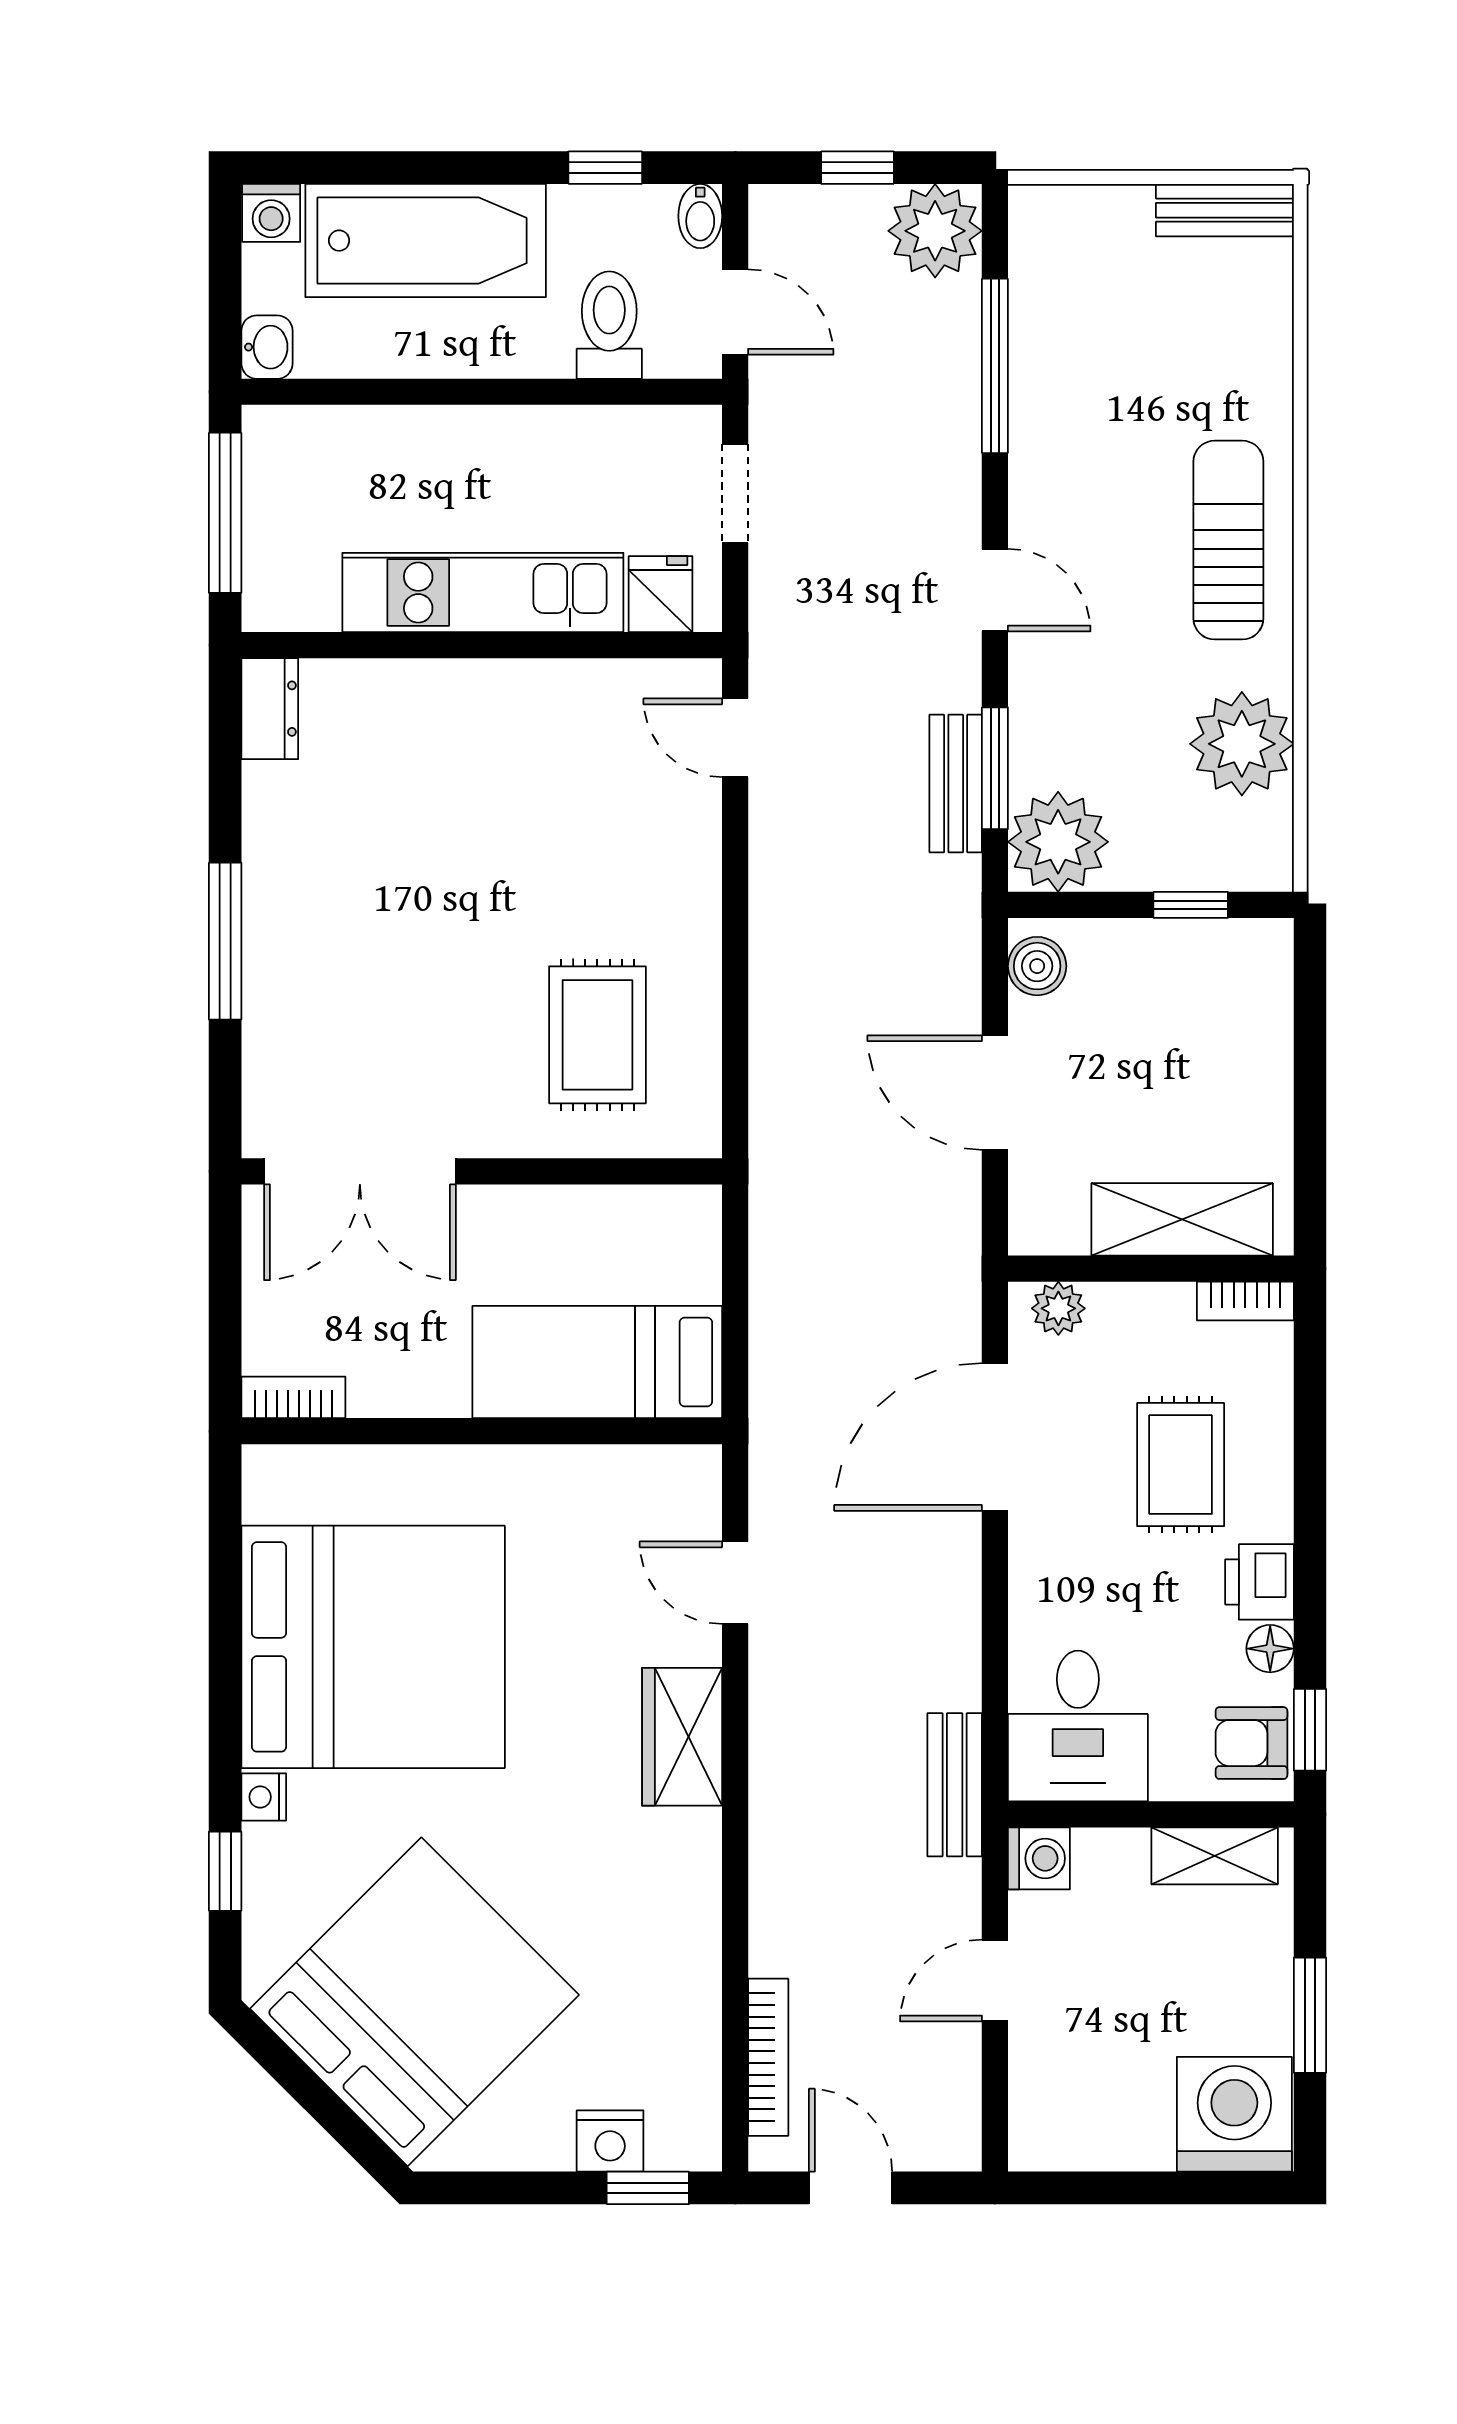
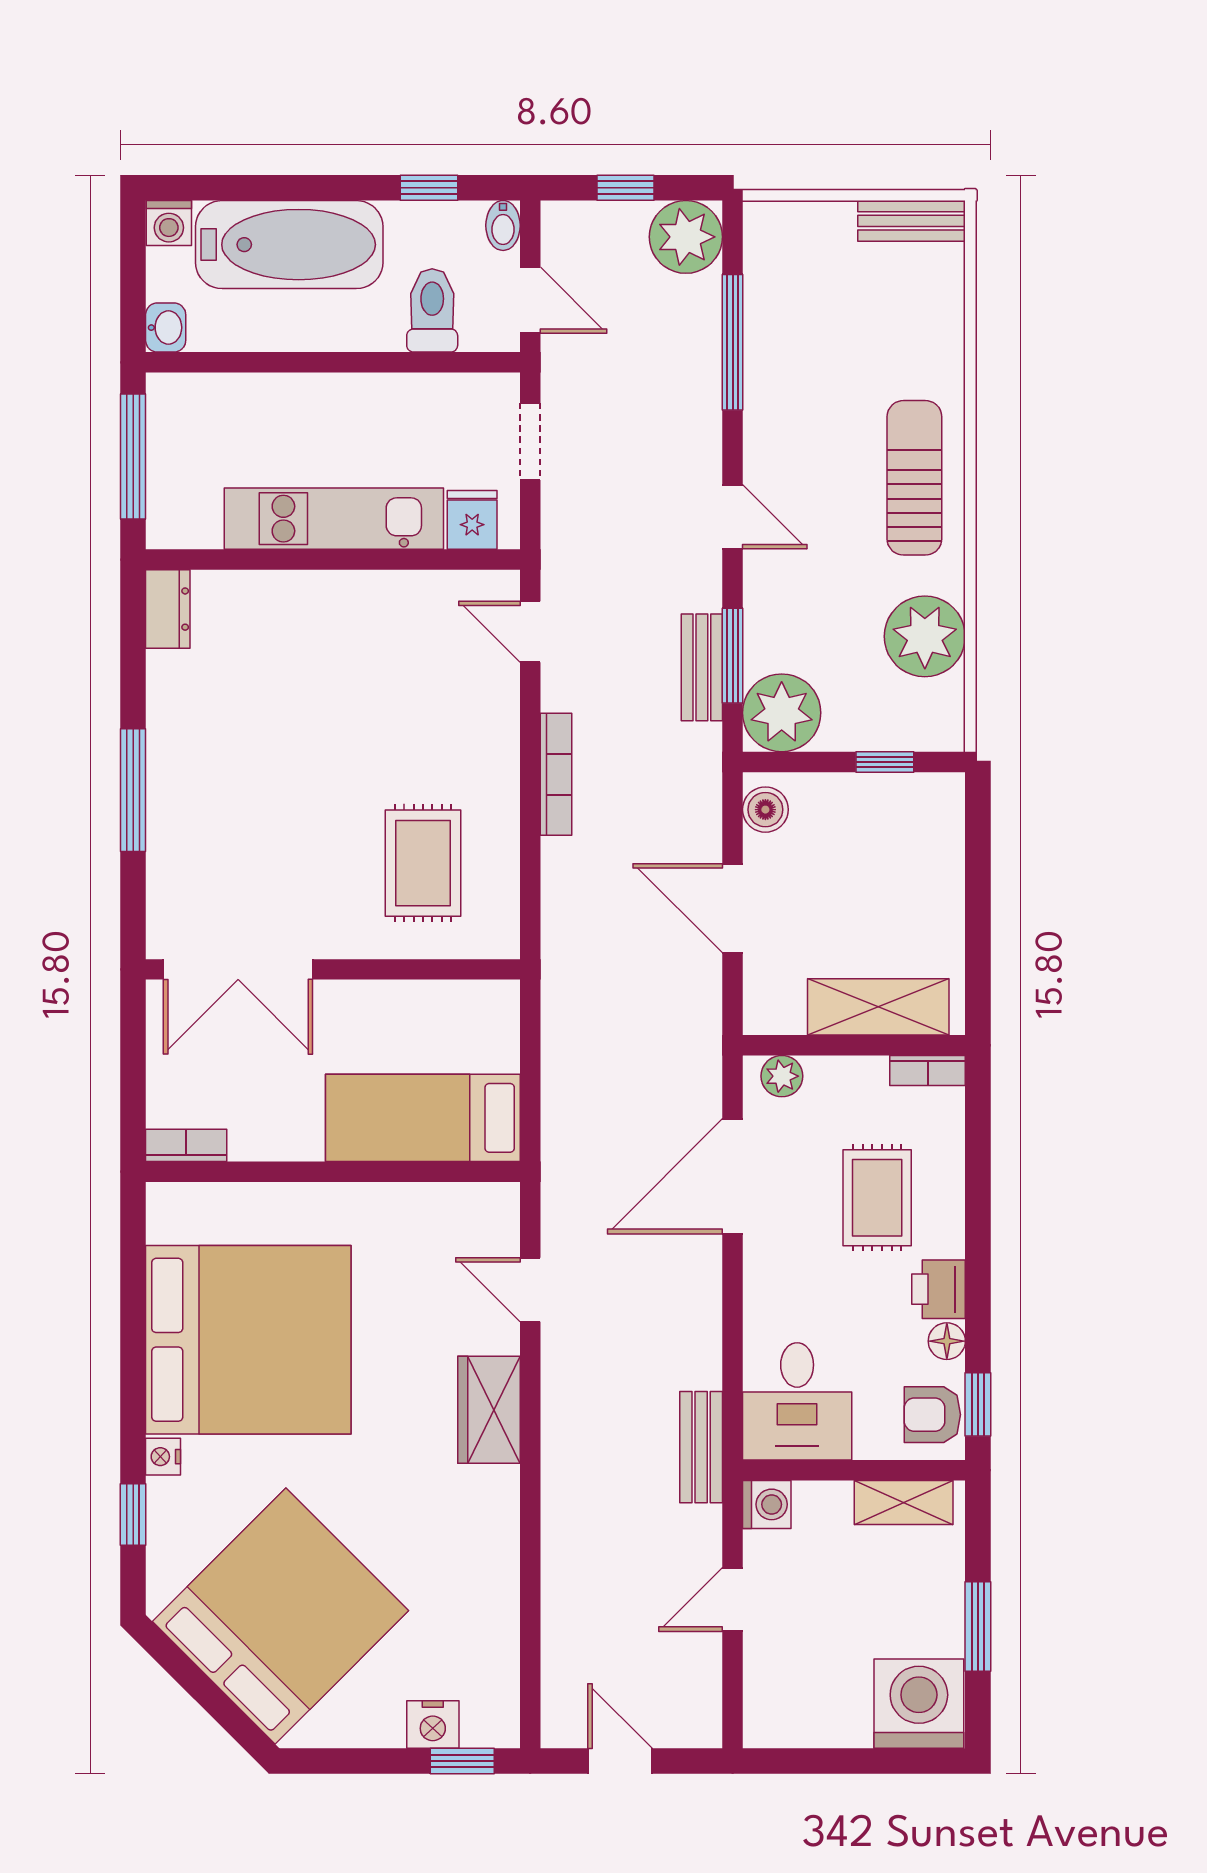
bookcase: (768, 2057) -> (556, 774), moved

